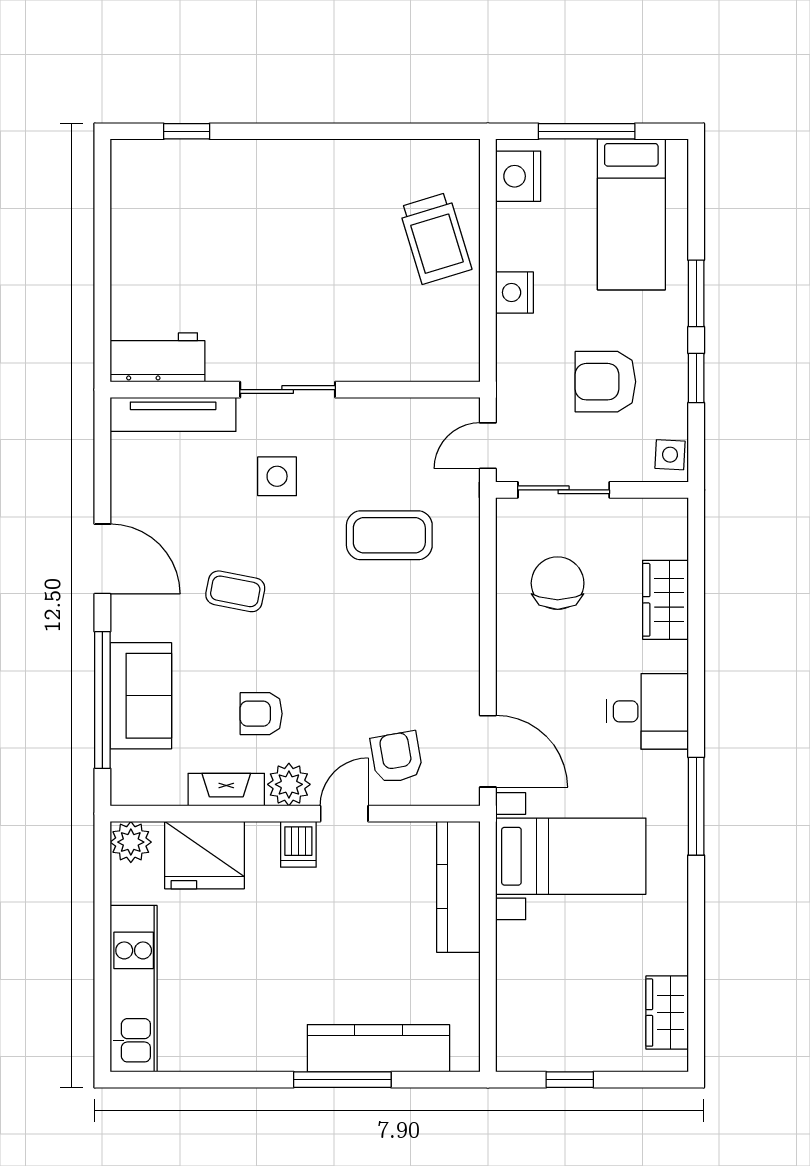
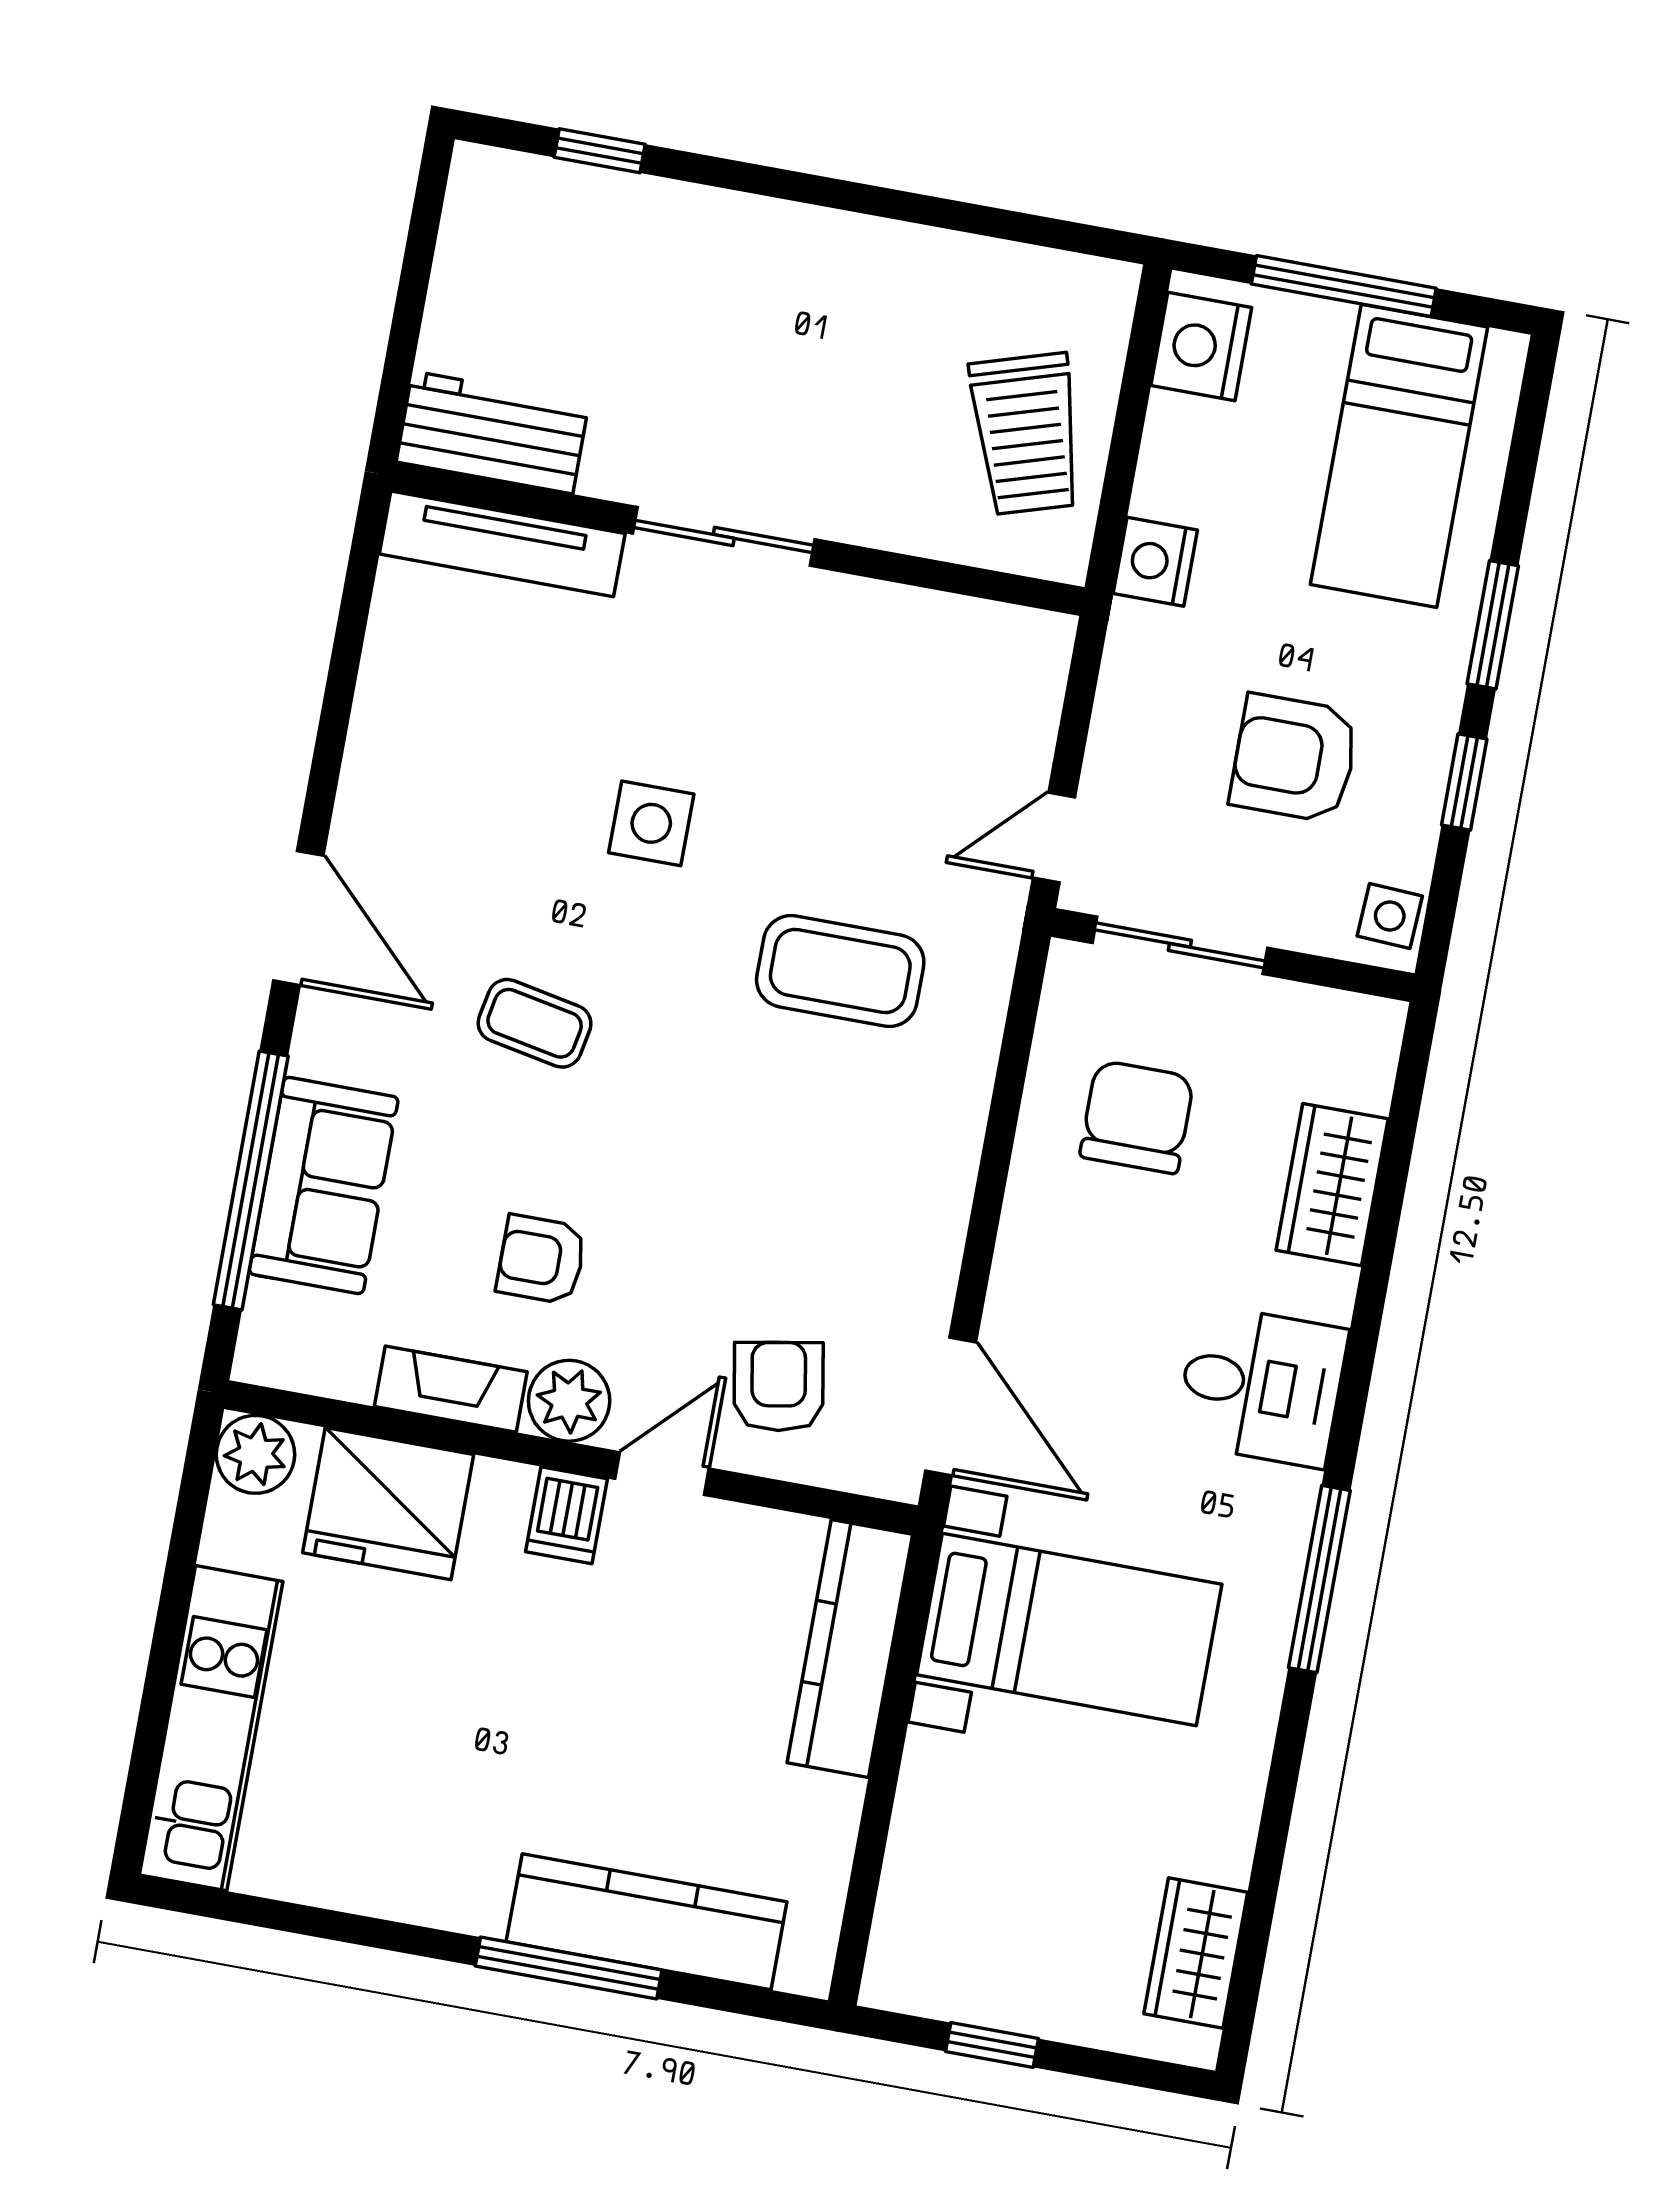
workbench: (158, 357) -> (493, 433), moved
sliding door: (288, 390) -> (724, 536), moved
wall: (295, 390) -> (738, 539), moved
tv unit: (173, 414) -> (502, 544), moved

